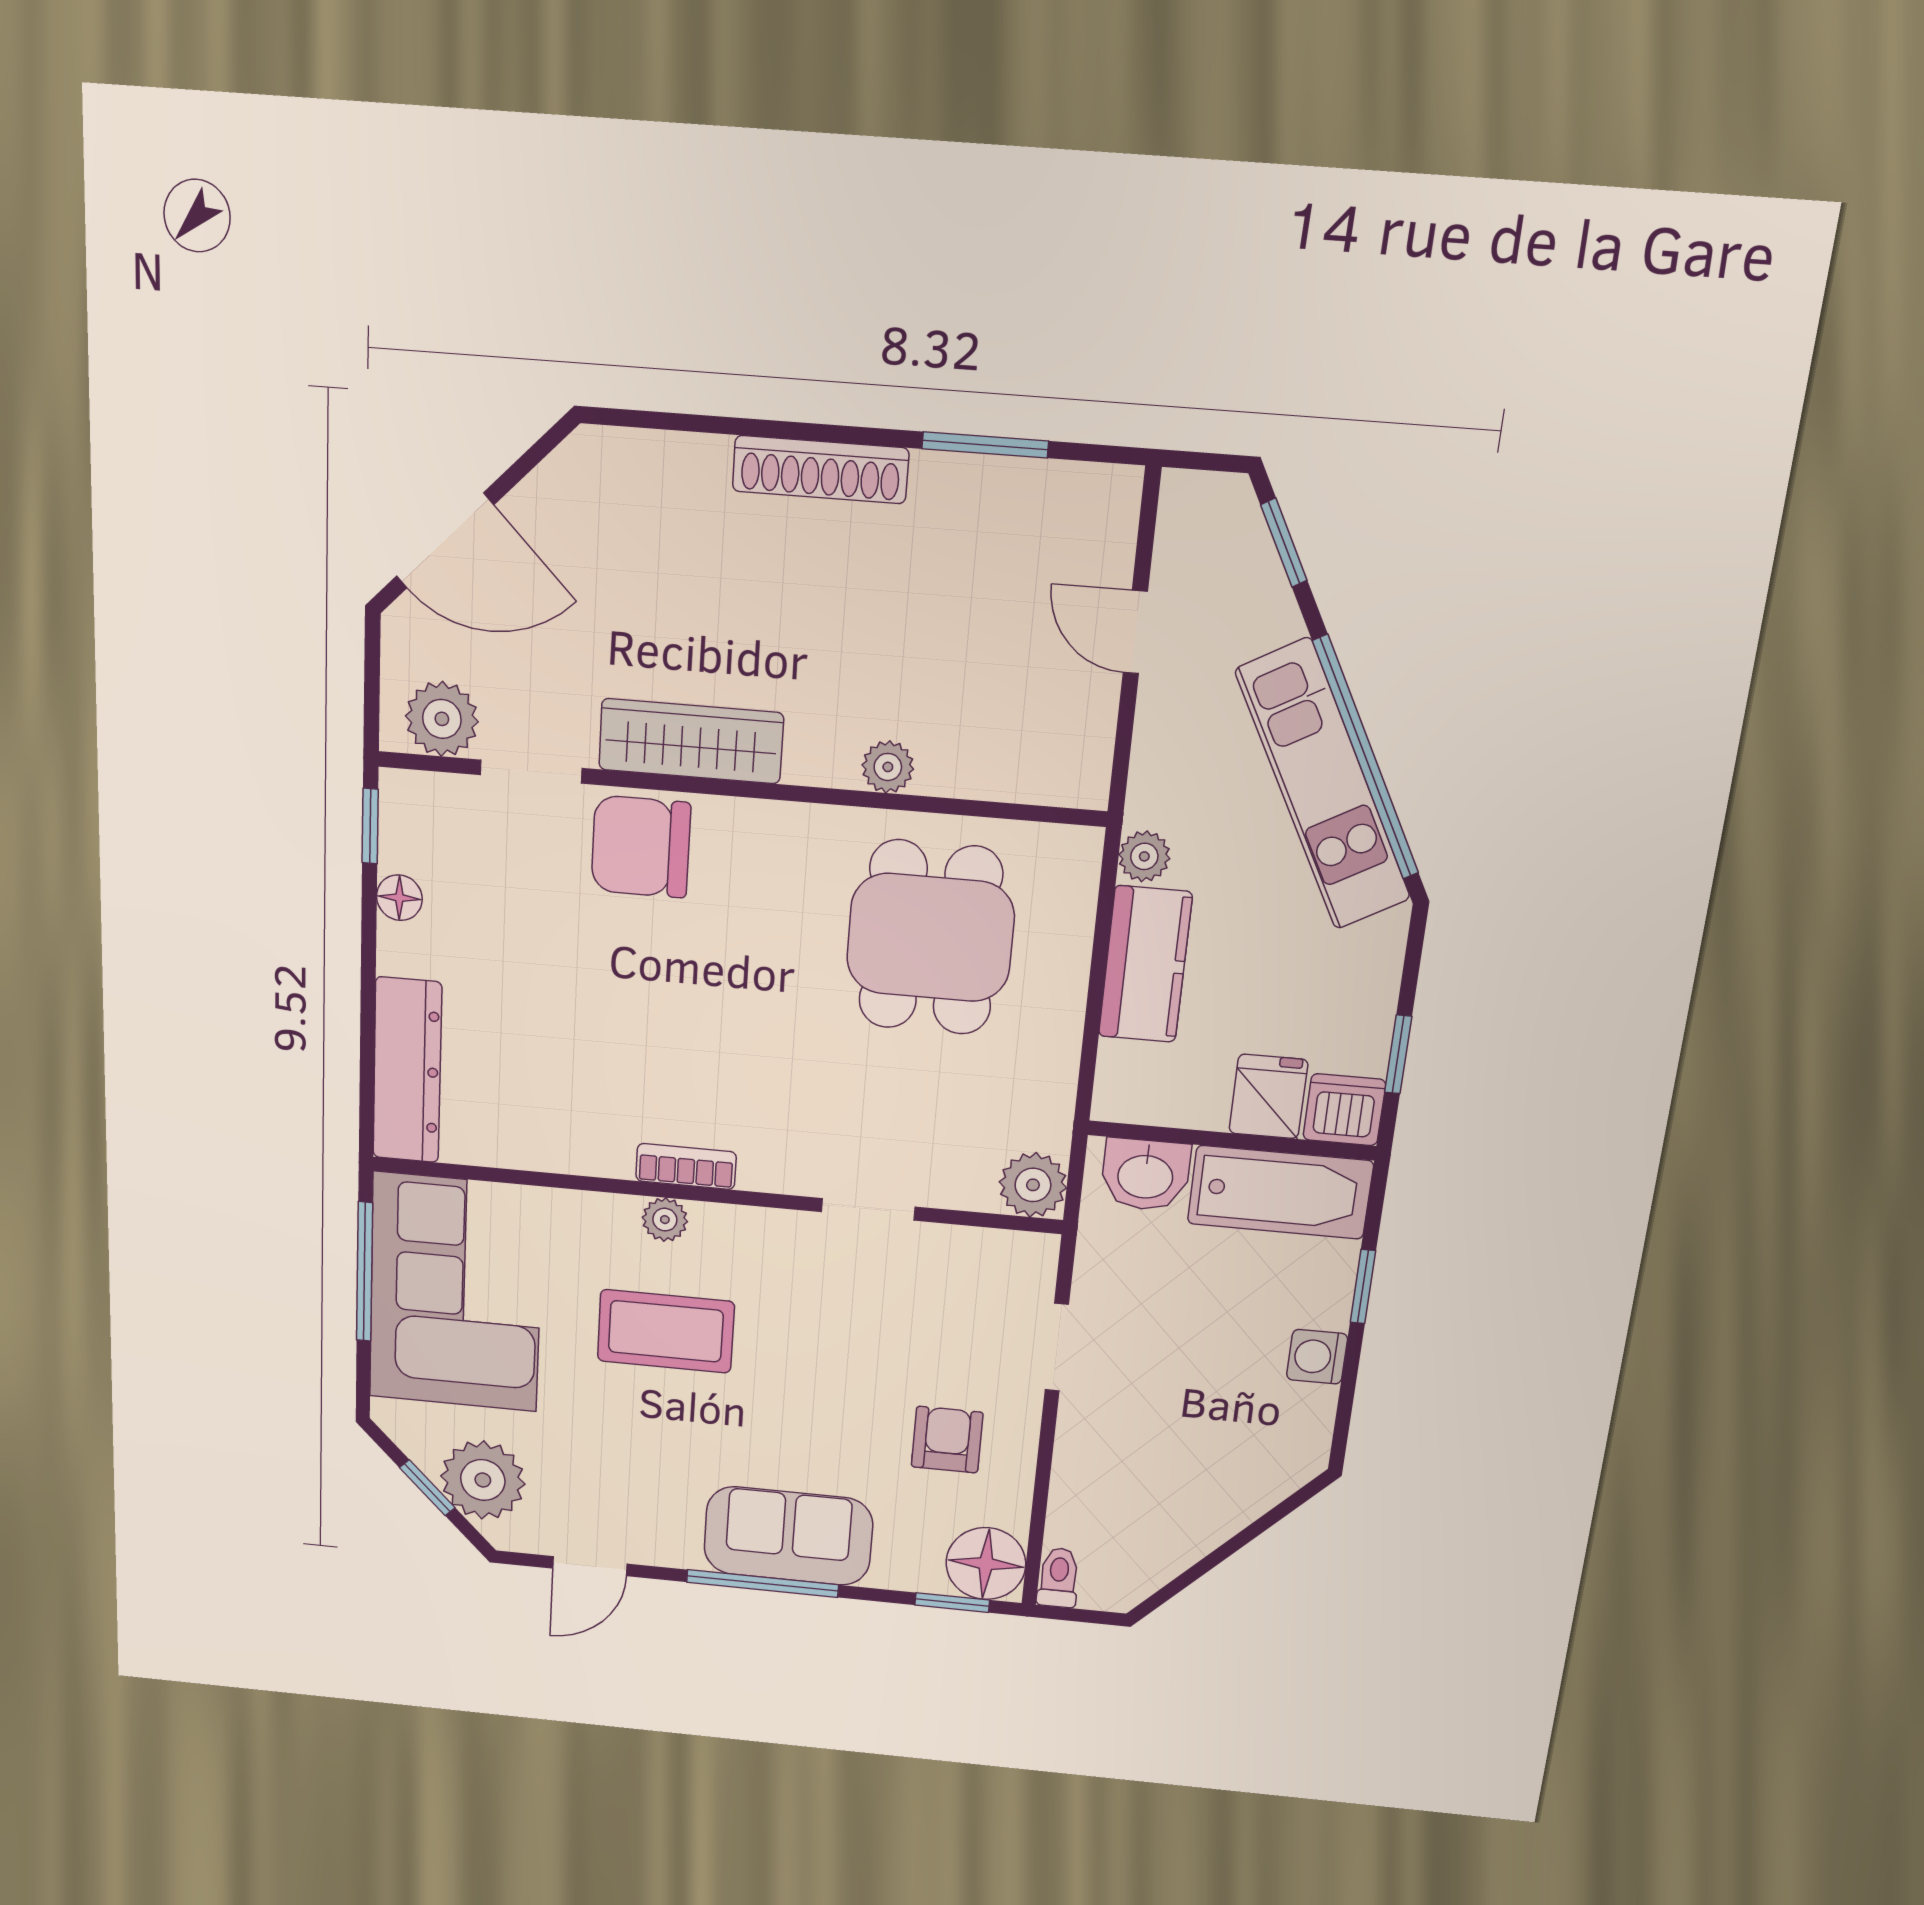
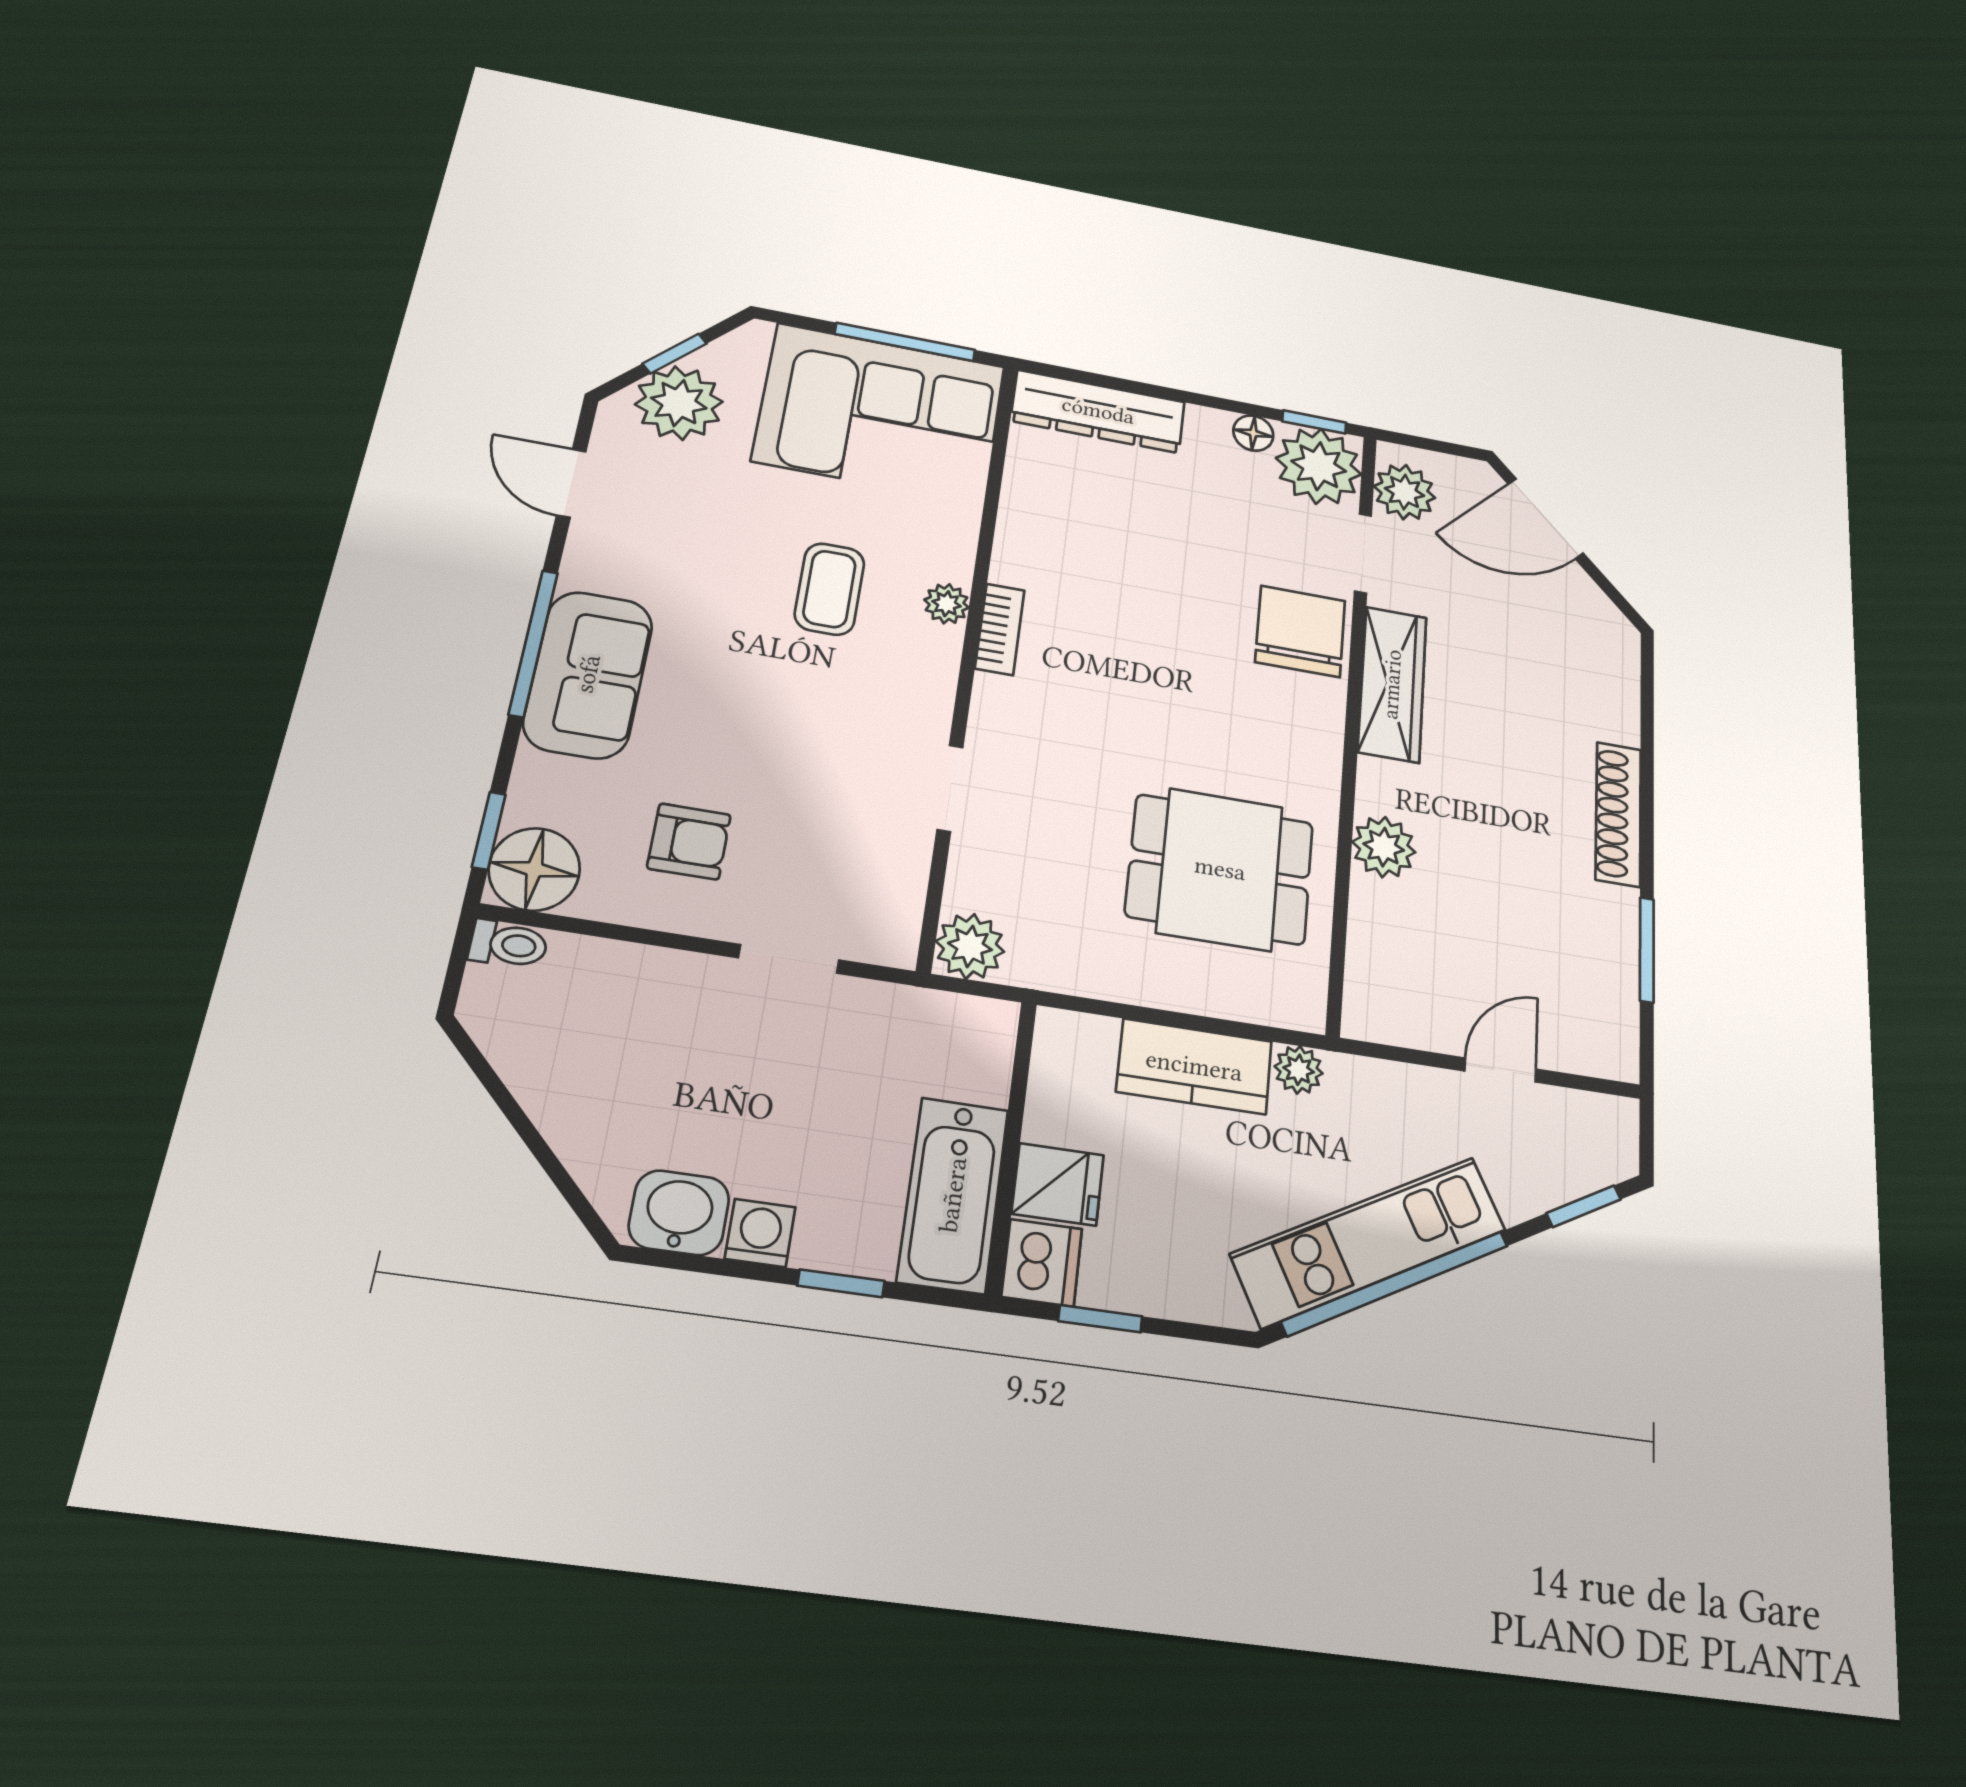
door: (445, 541) -> (1546, 519), hinge flipped
plant: (888, 767) -> (1384, 847), width x1.38, depth x1.38
plant: (427, 822) -> (1319, 466), added
washbasin: (1145, 1175) -> (679, 1213), moved, turned 90
coffee table: (666, 1331) -> (829, 589), width x0.73, depth x0.77

